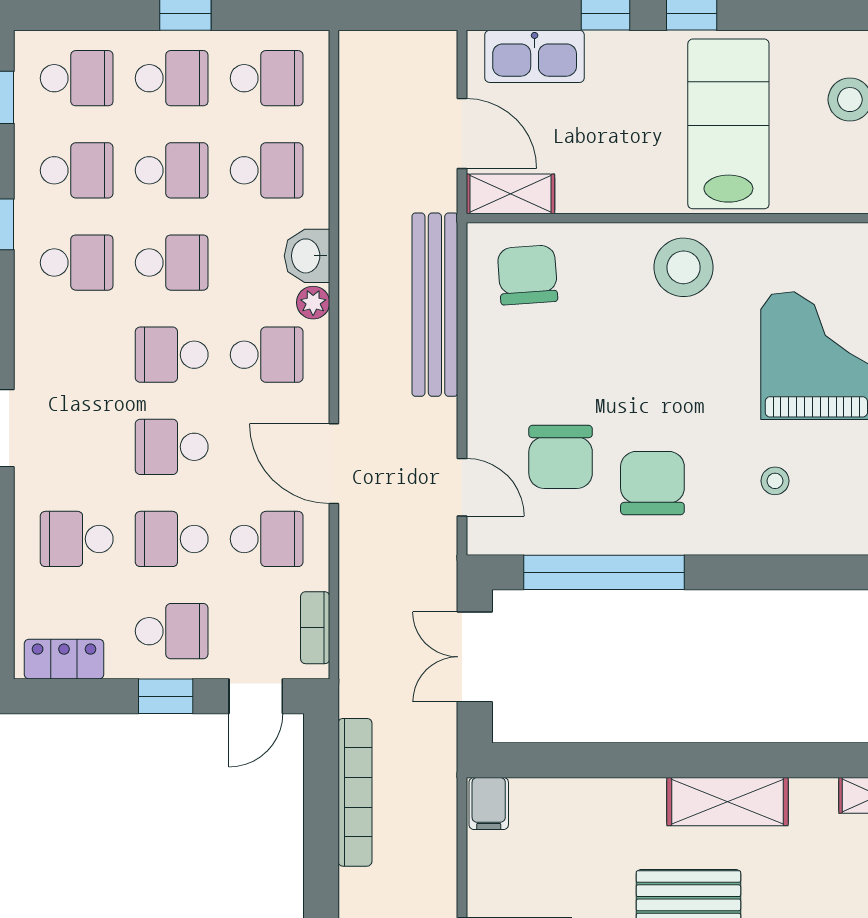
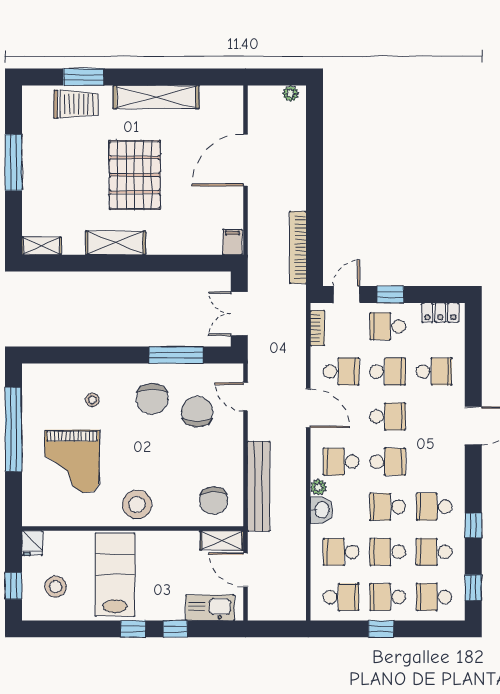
school desk: (267, 78) -> (341, 597), turned 180
lab bench: (728, 124) -> (115, 575), turned 180
school desk: (267, 539) -> (341, 371), turned 180
window: (604, 572) -> (176, 355), width x0.68
double door: (475, 657) -> (239, 314), swing flipped

